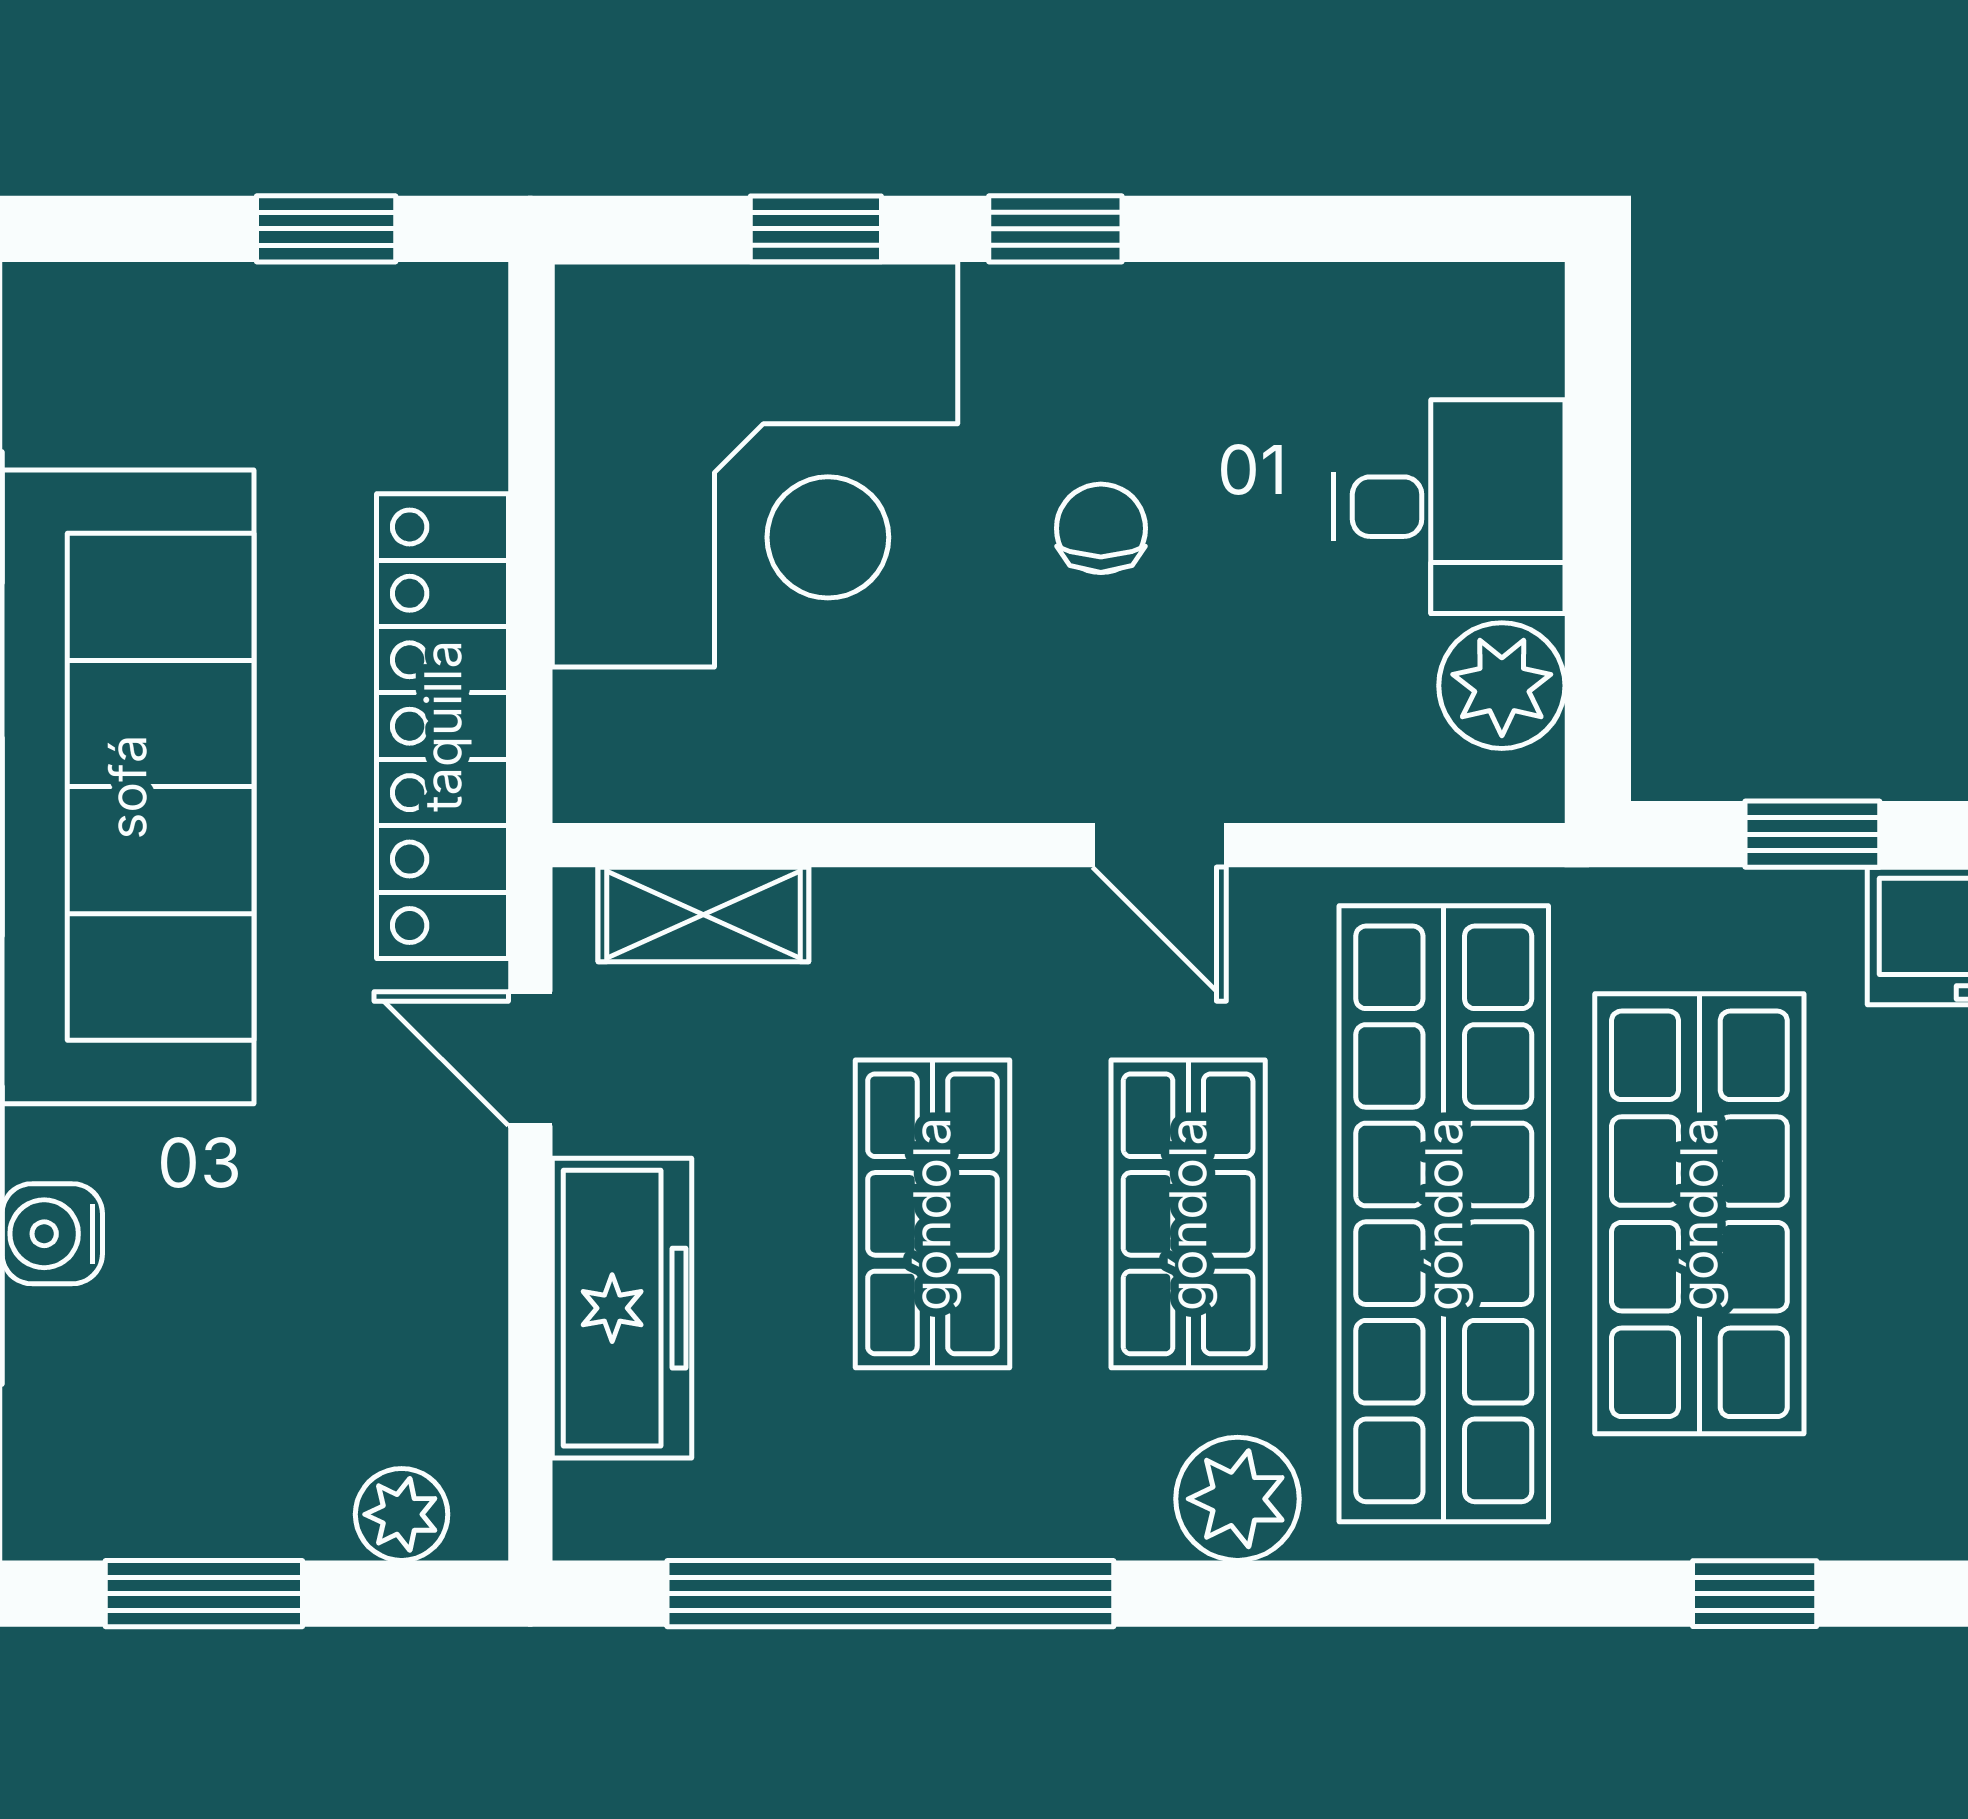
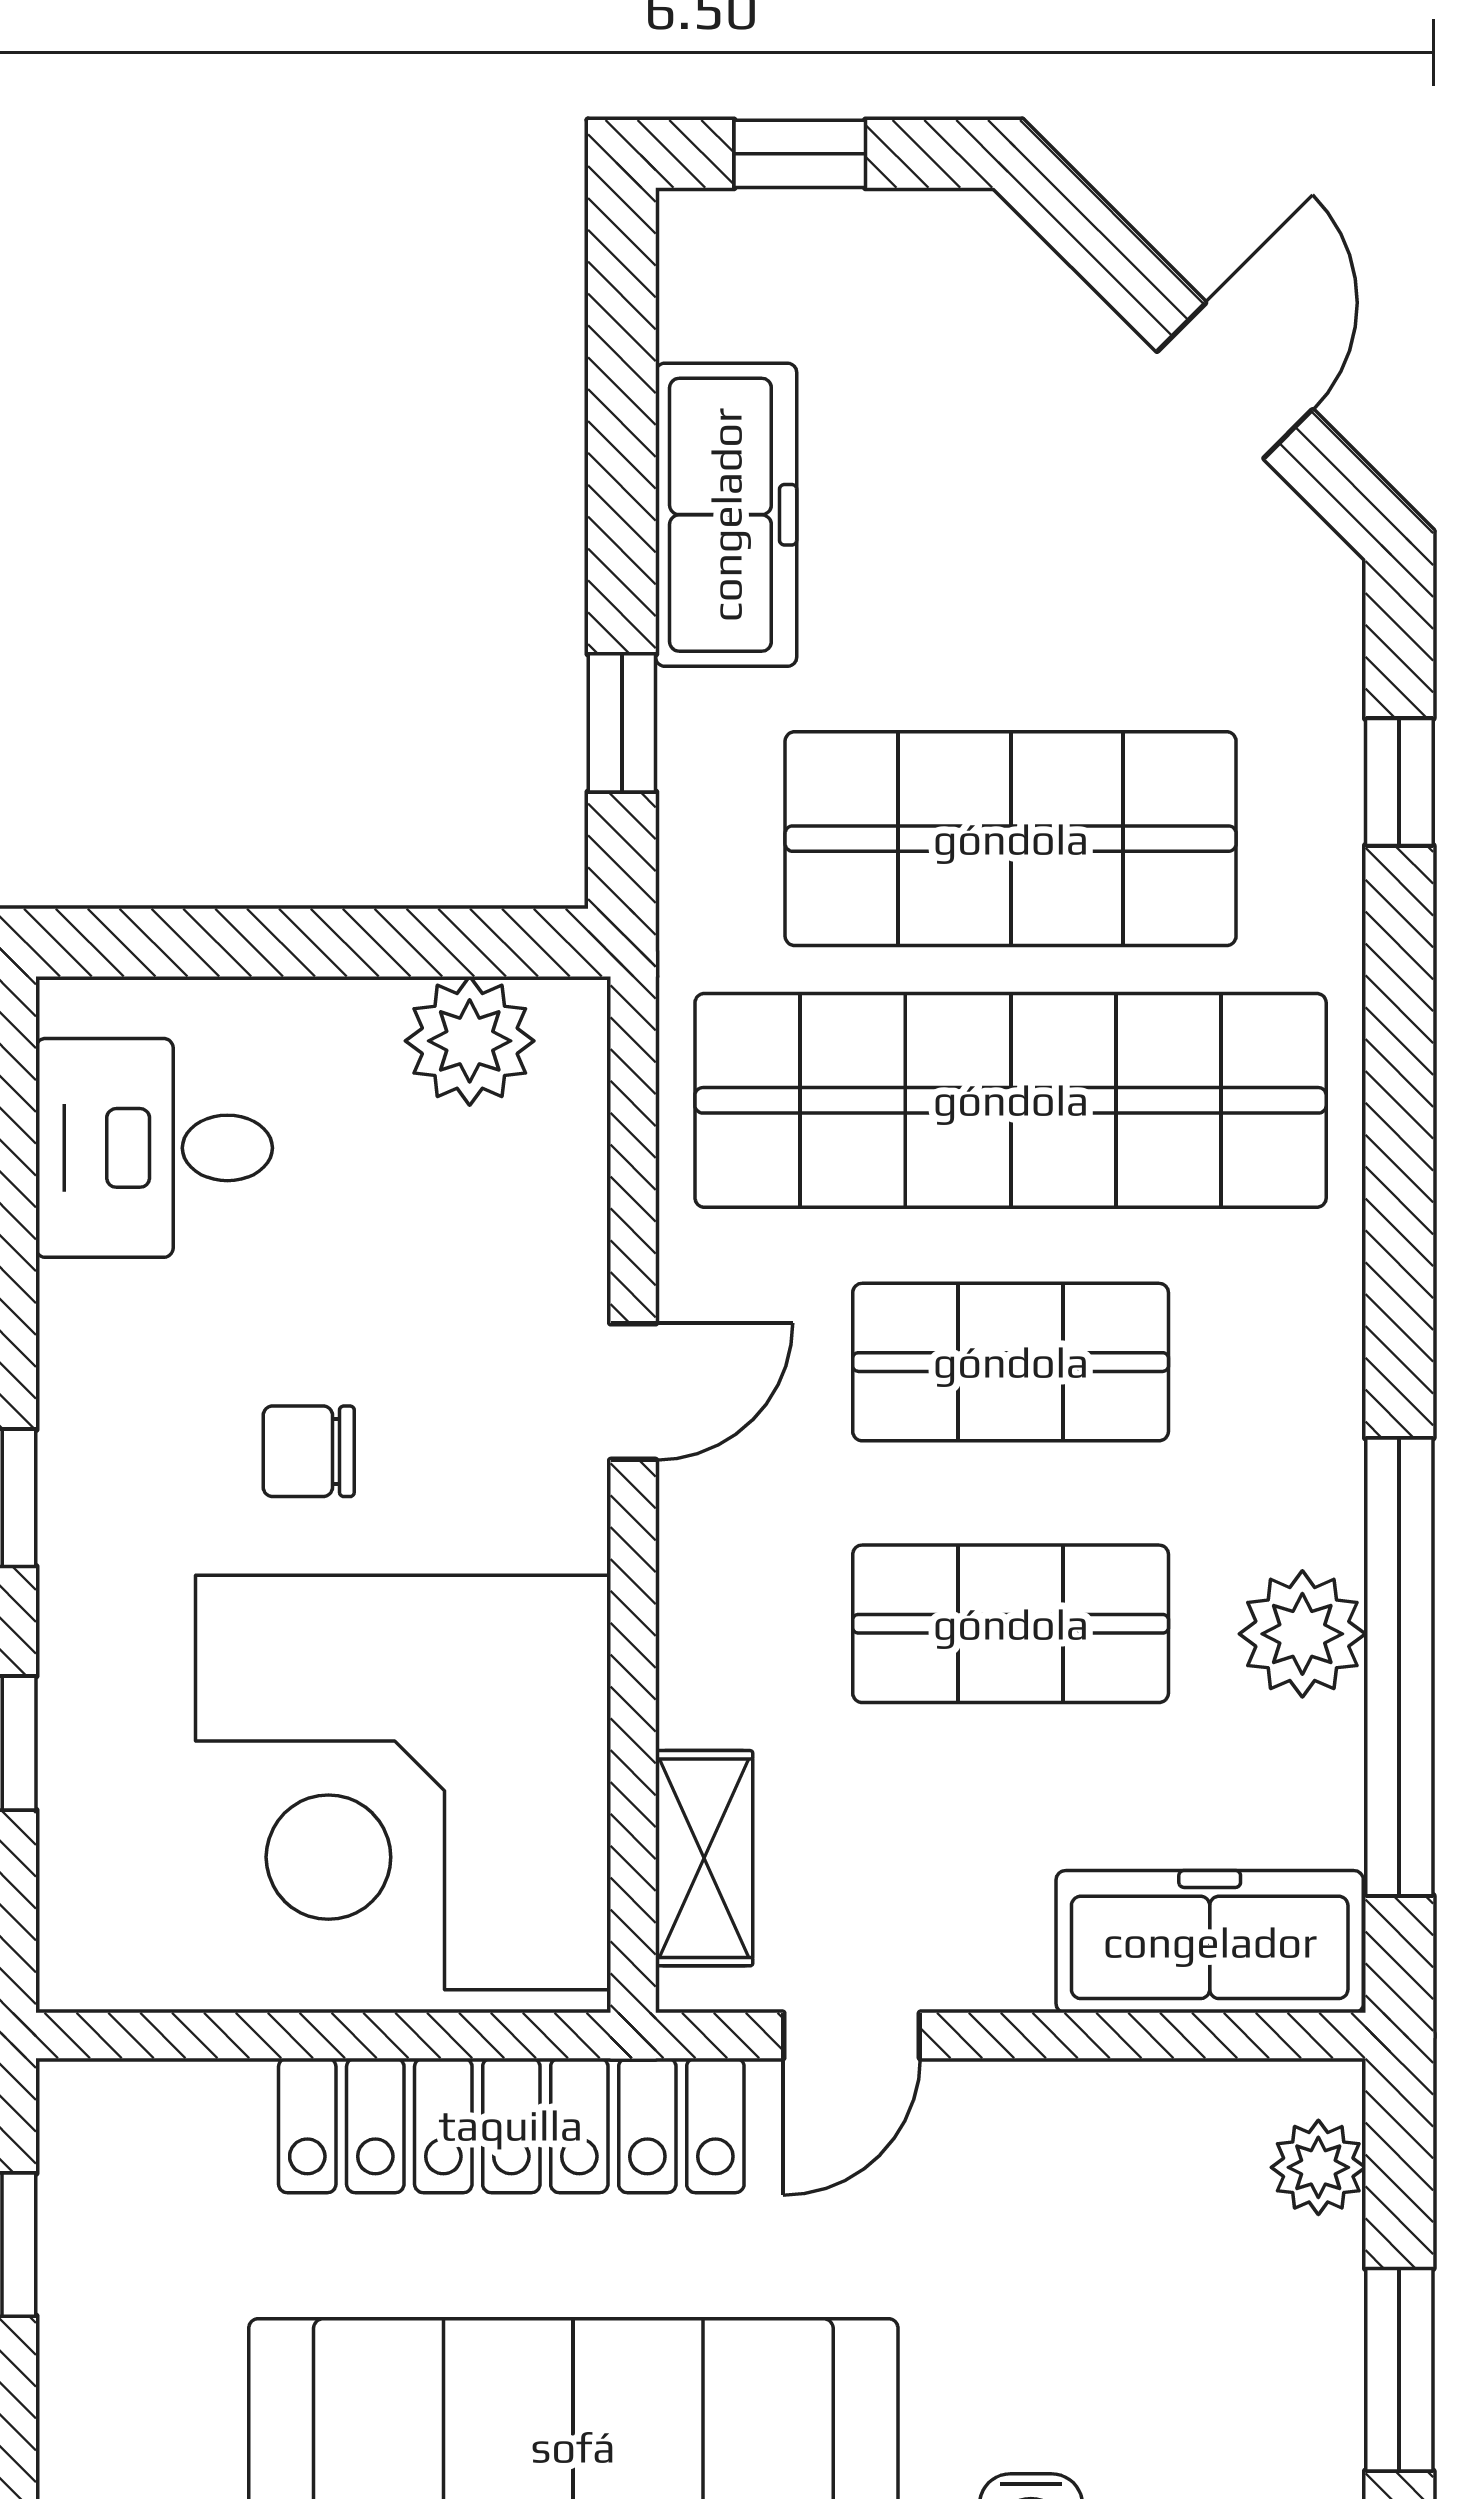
corner desk: (755, 465) -> (403, 1782), moved, turned 180
desk: (1449, 507) -> (154, 1148), moved, turned -90
freezer: (622, 1308) -> (1210, 1942), moved
plant: (1238, 1499) -> (1302, 1634), moved

